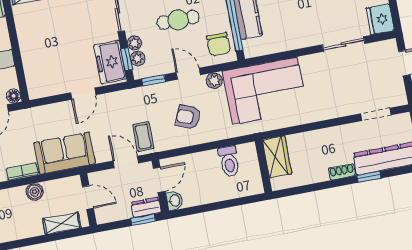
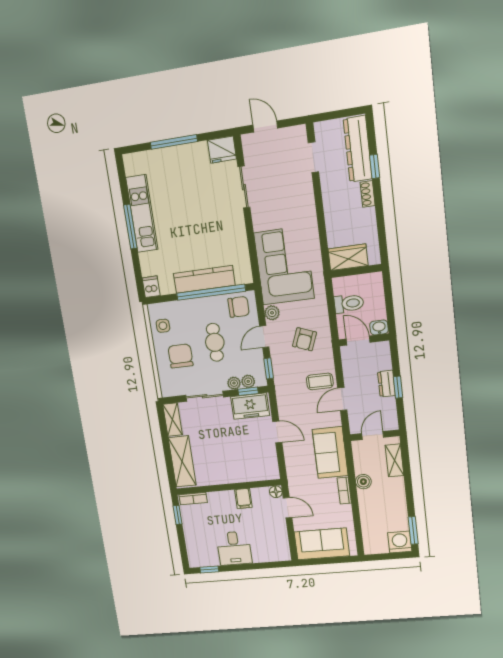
door: (159, 180) -> (358, 341), moved
wall: (160, 186) -> (364, 340), moved
washbasin: (174, 201) -> (379, 327), moved

